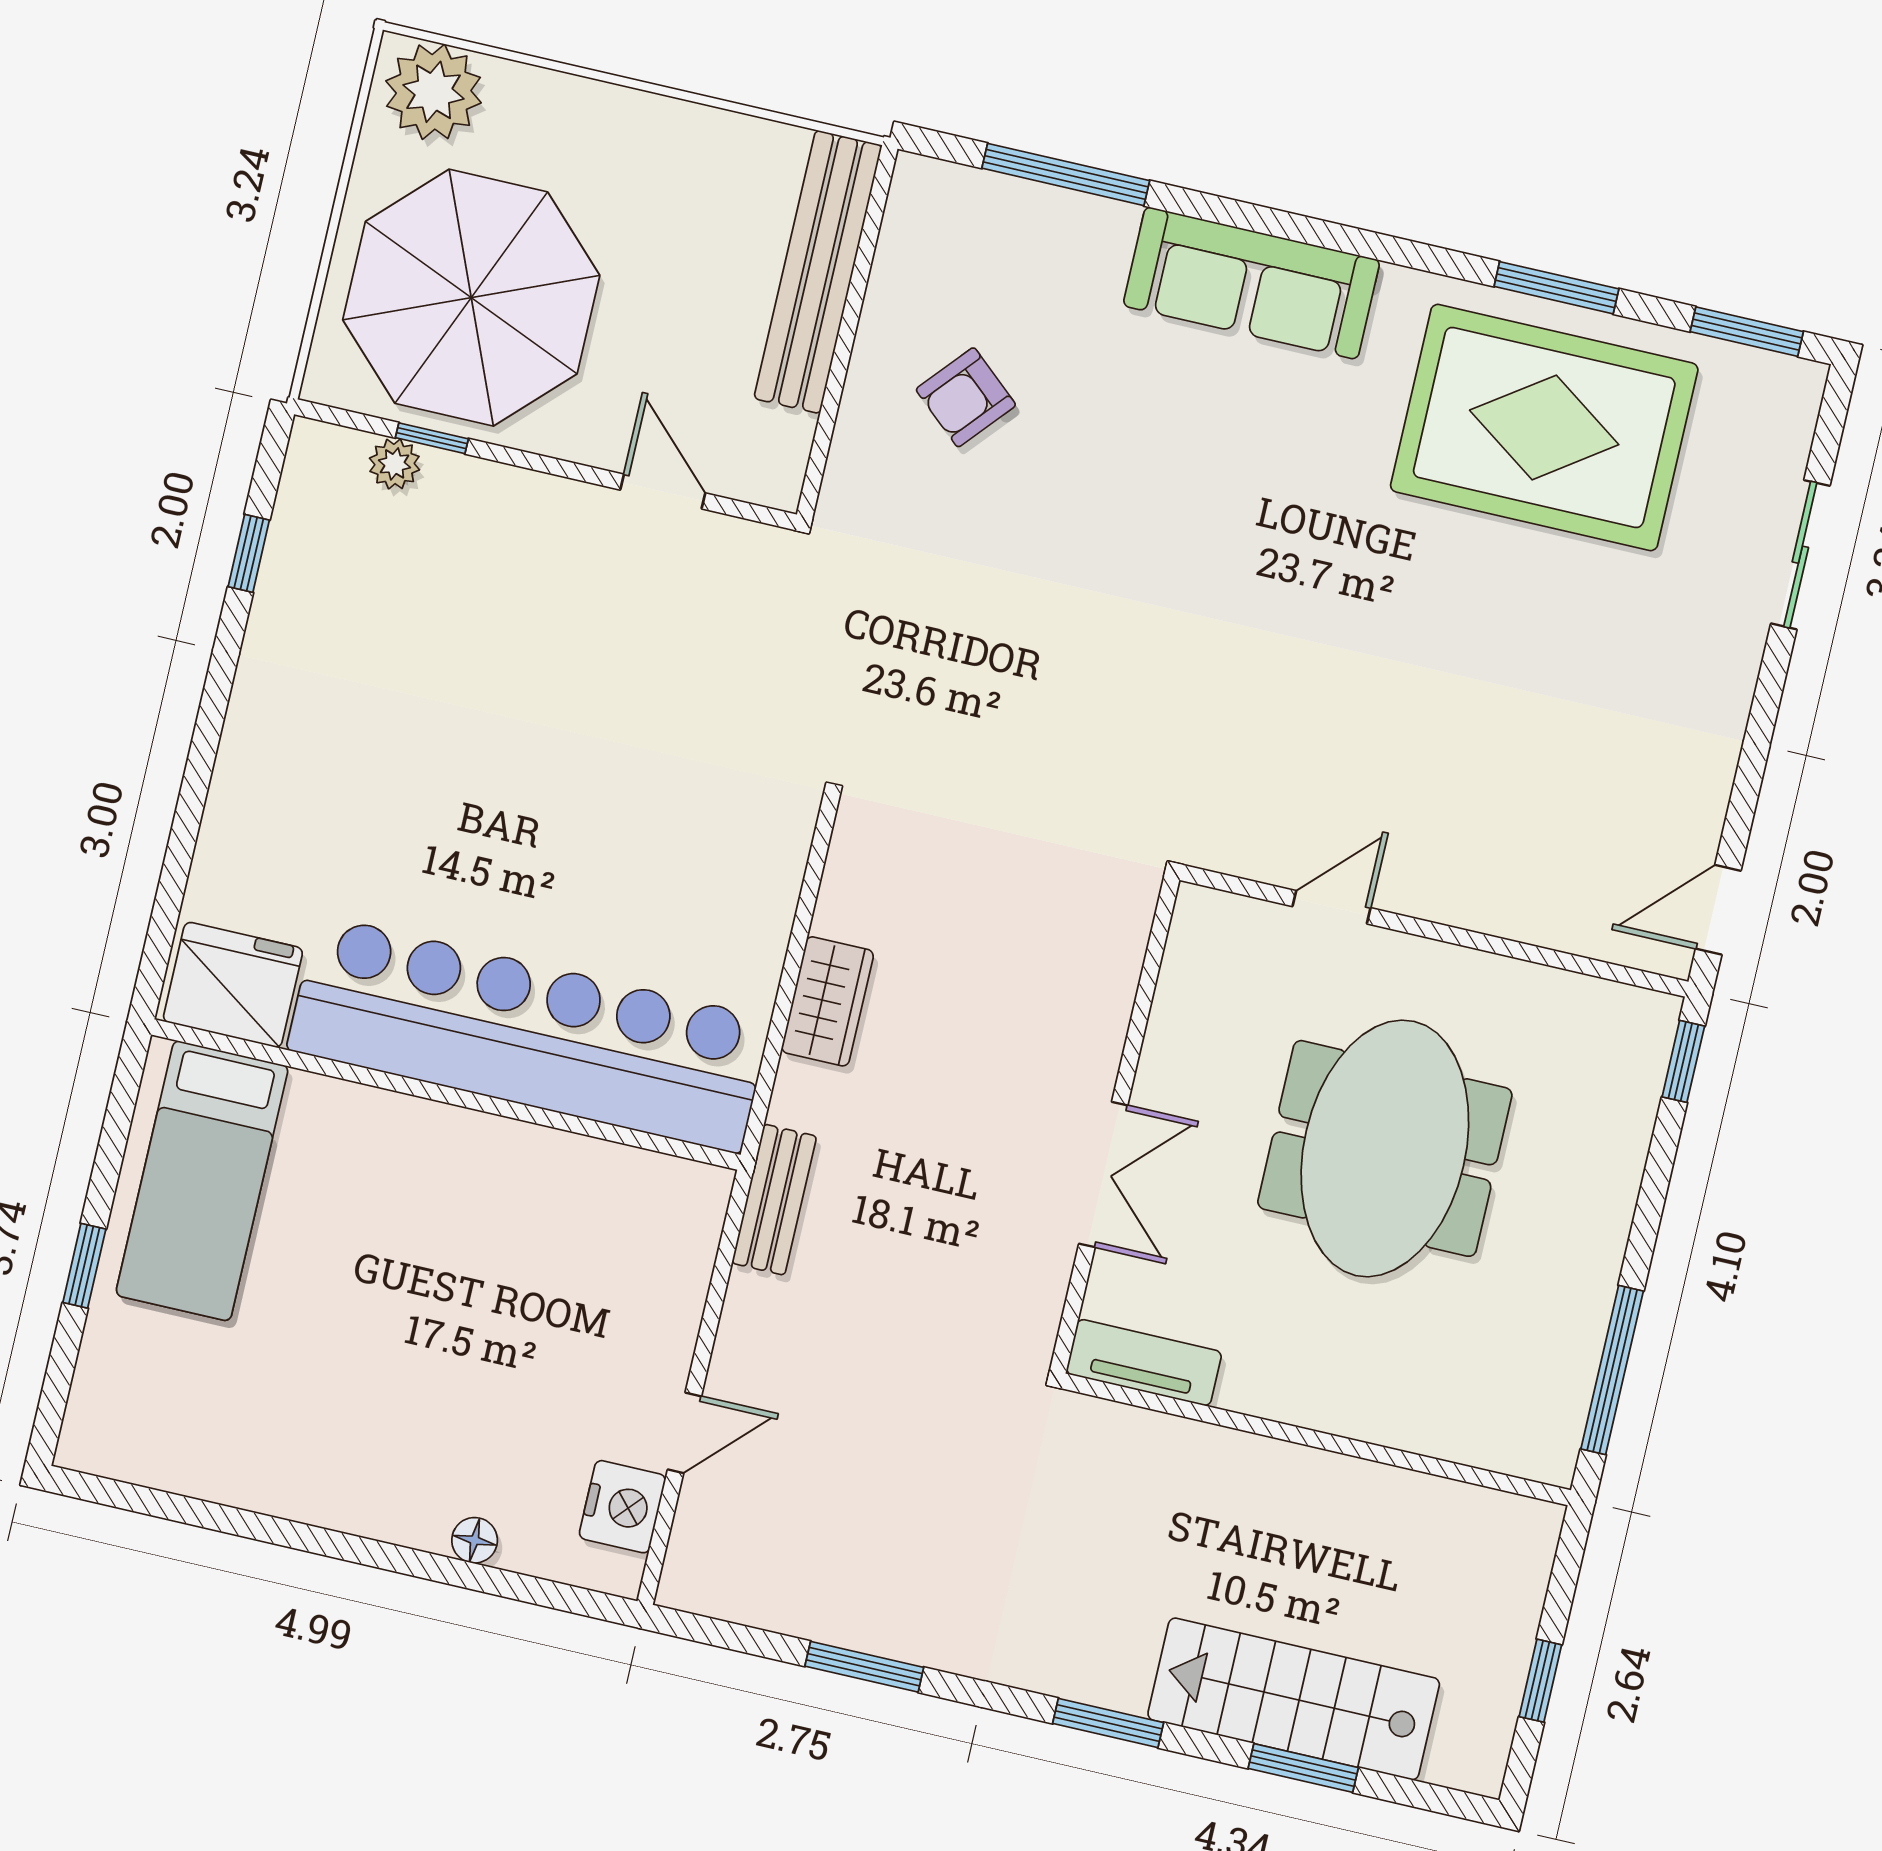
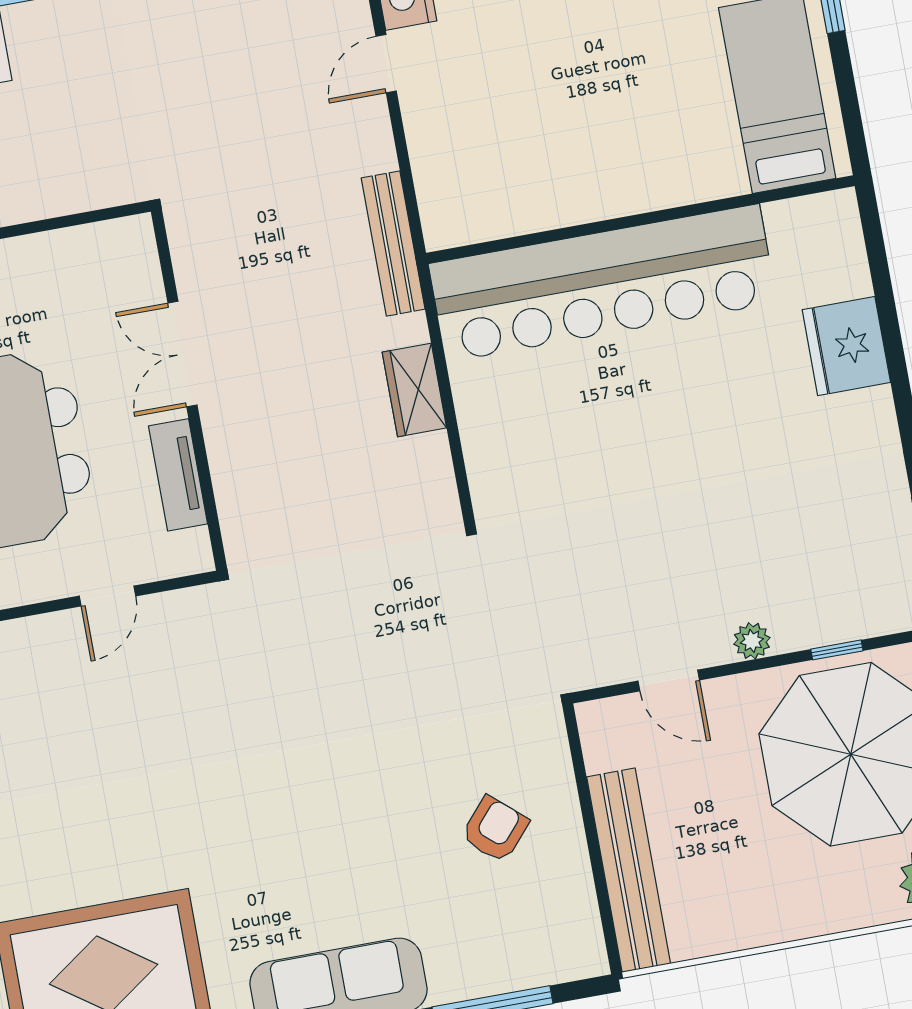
plant: (395, 464) -> (752, 641), moved
fridge: (233, 985) -> (846, 346), moved, turned 90
bench: (774, 1200) -> (393, 244), width x1.36
tv unit: (1144, 1363) -> (178, 475), moved, turned 90

